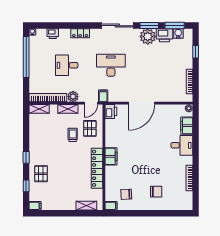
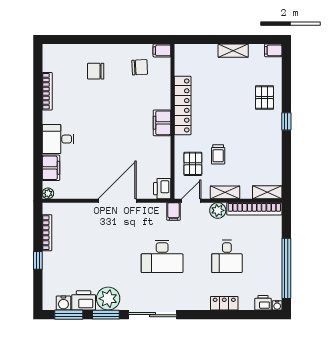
locker: (80, 33) -> (224, 303), moved
printer: (53, 34) -> (263, 303), moved
window: (196, 52) -> (38, 260), moved
desk: (67, 65) -> (227, 256), turned 90
window: (26, 186) -> (286, 80), removed
shelving: (86, 206) -> (233, 51), moved

